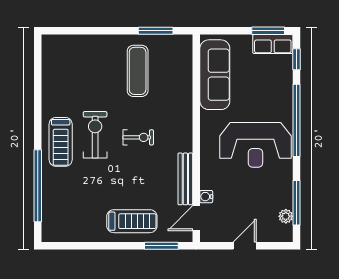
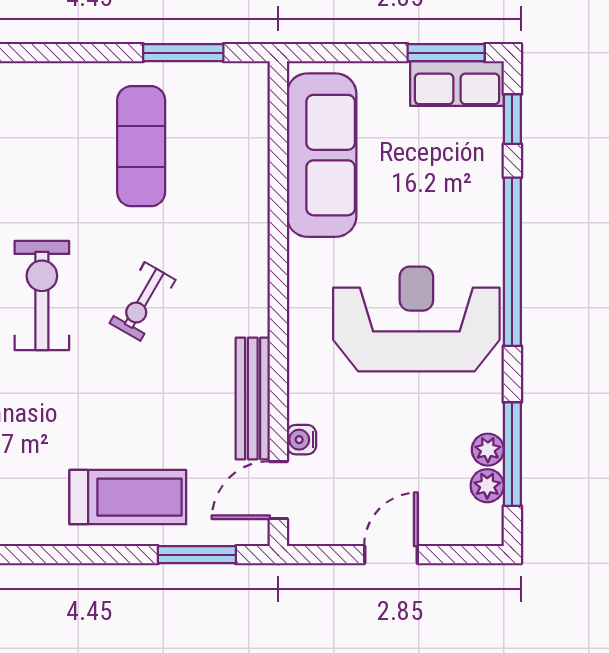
exercise bike: (138, 137) -> (143, 301), turned 120
reception desk: (255, 145) -> (416, 319), turned 180
plant: (286, 201) -> (488, 450), added

